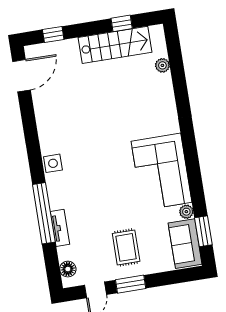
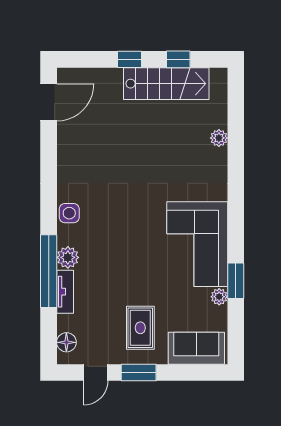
window: (53, 35) -> (130, 59), moved
plant: (162, 65) -> (219, 138), moved
plant: (58, 200) -> (68, 257), added
window: (203, 231) -> (236, 281), moved
sofa: (185, 244) -> (196, 348), moved, turned 90

